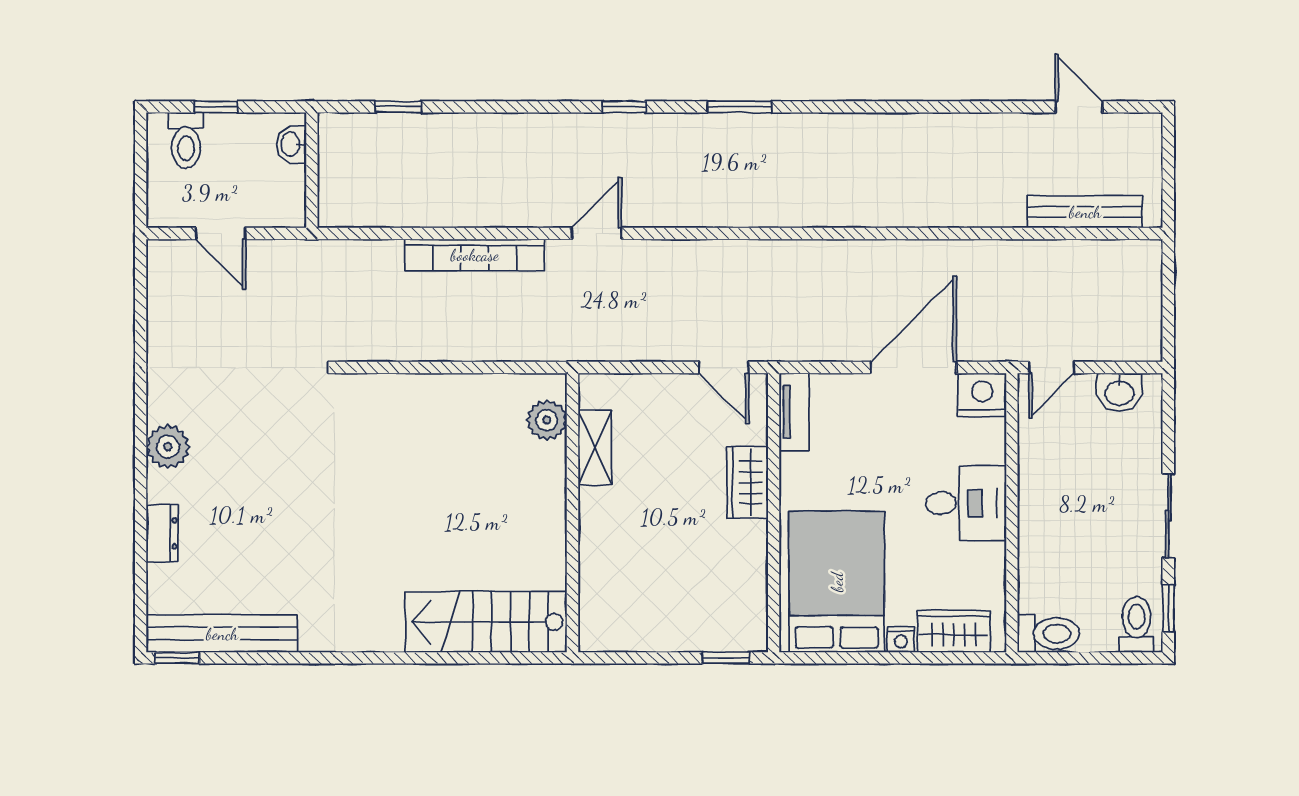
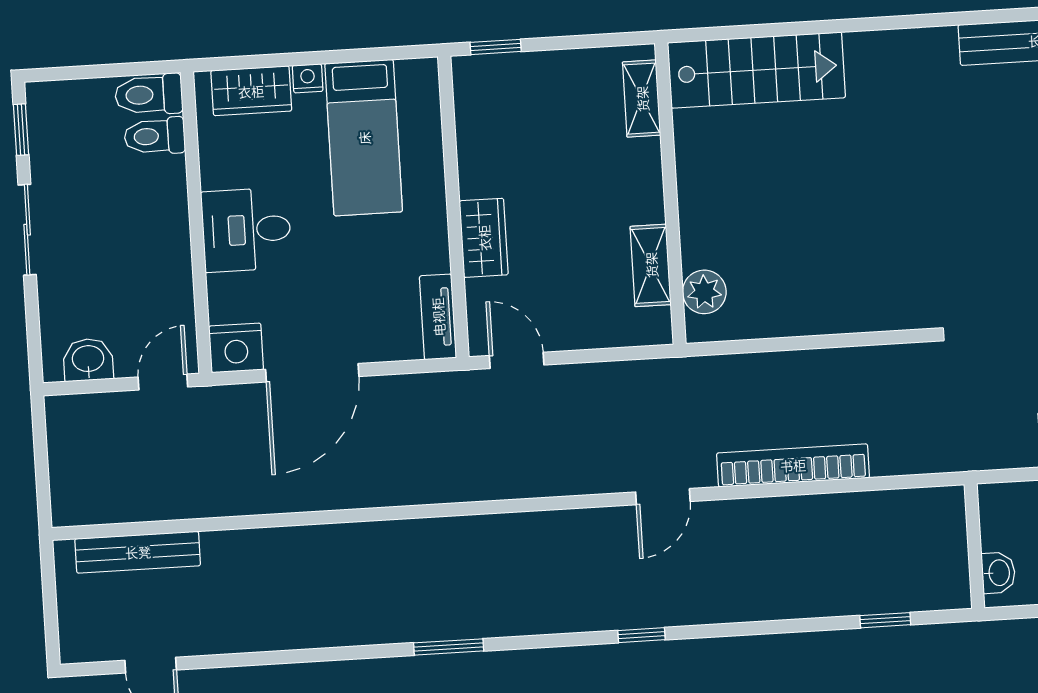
window: (739, 107) -> (449, 647), moved
bed: (837, 582) -> (364, 138), width x0.67
shelving: (594, 602) -> (642, 99), added
toilet: (1137, 625) -> (155, 136), moved, turned 90

